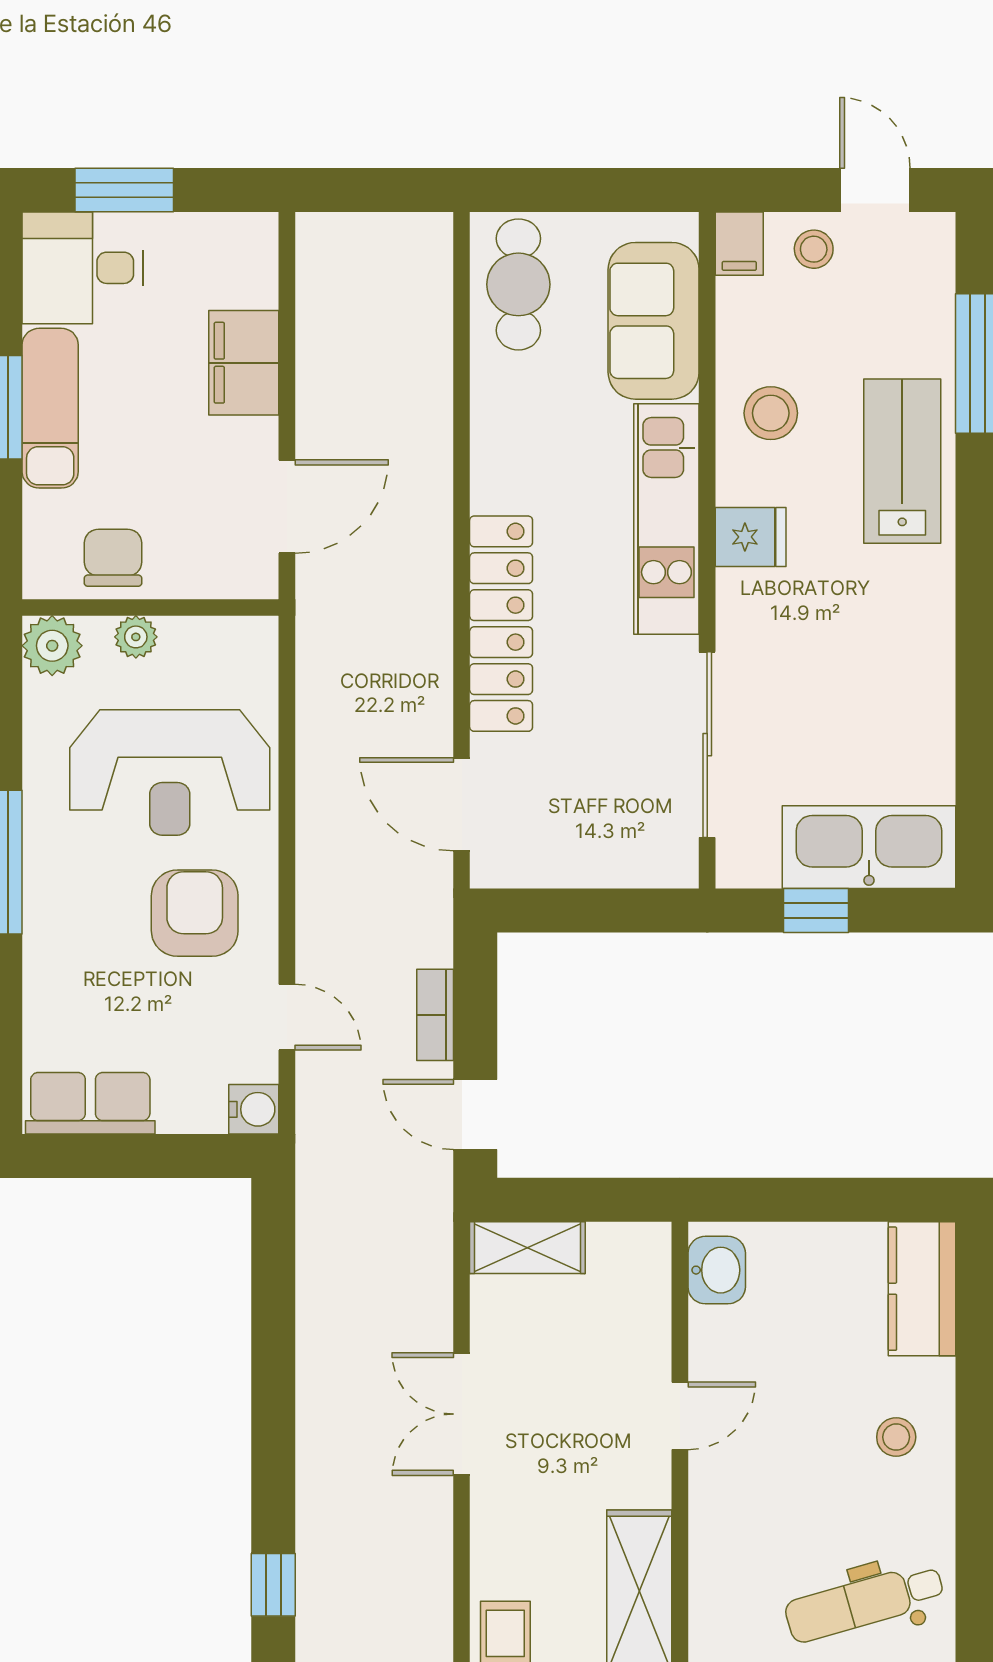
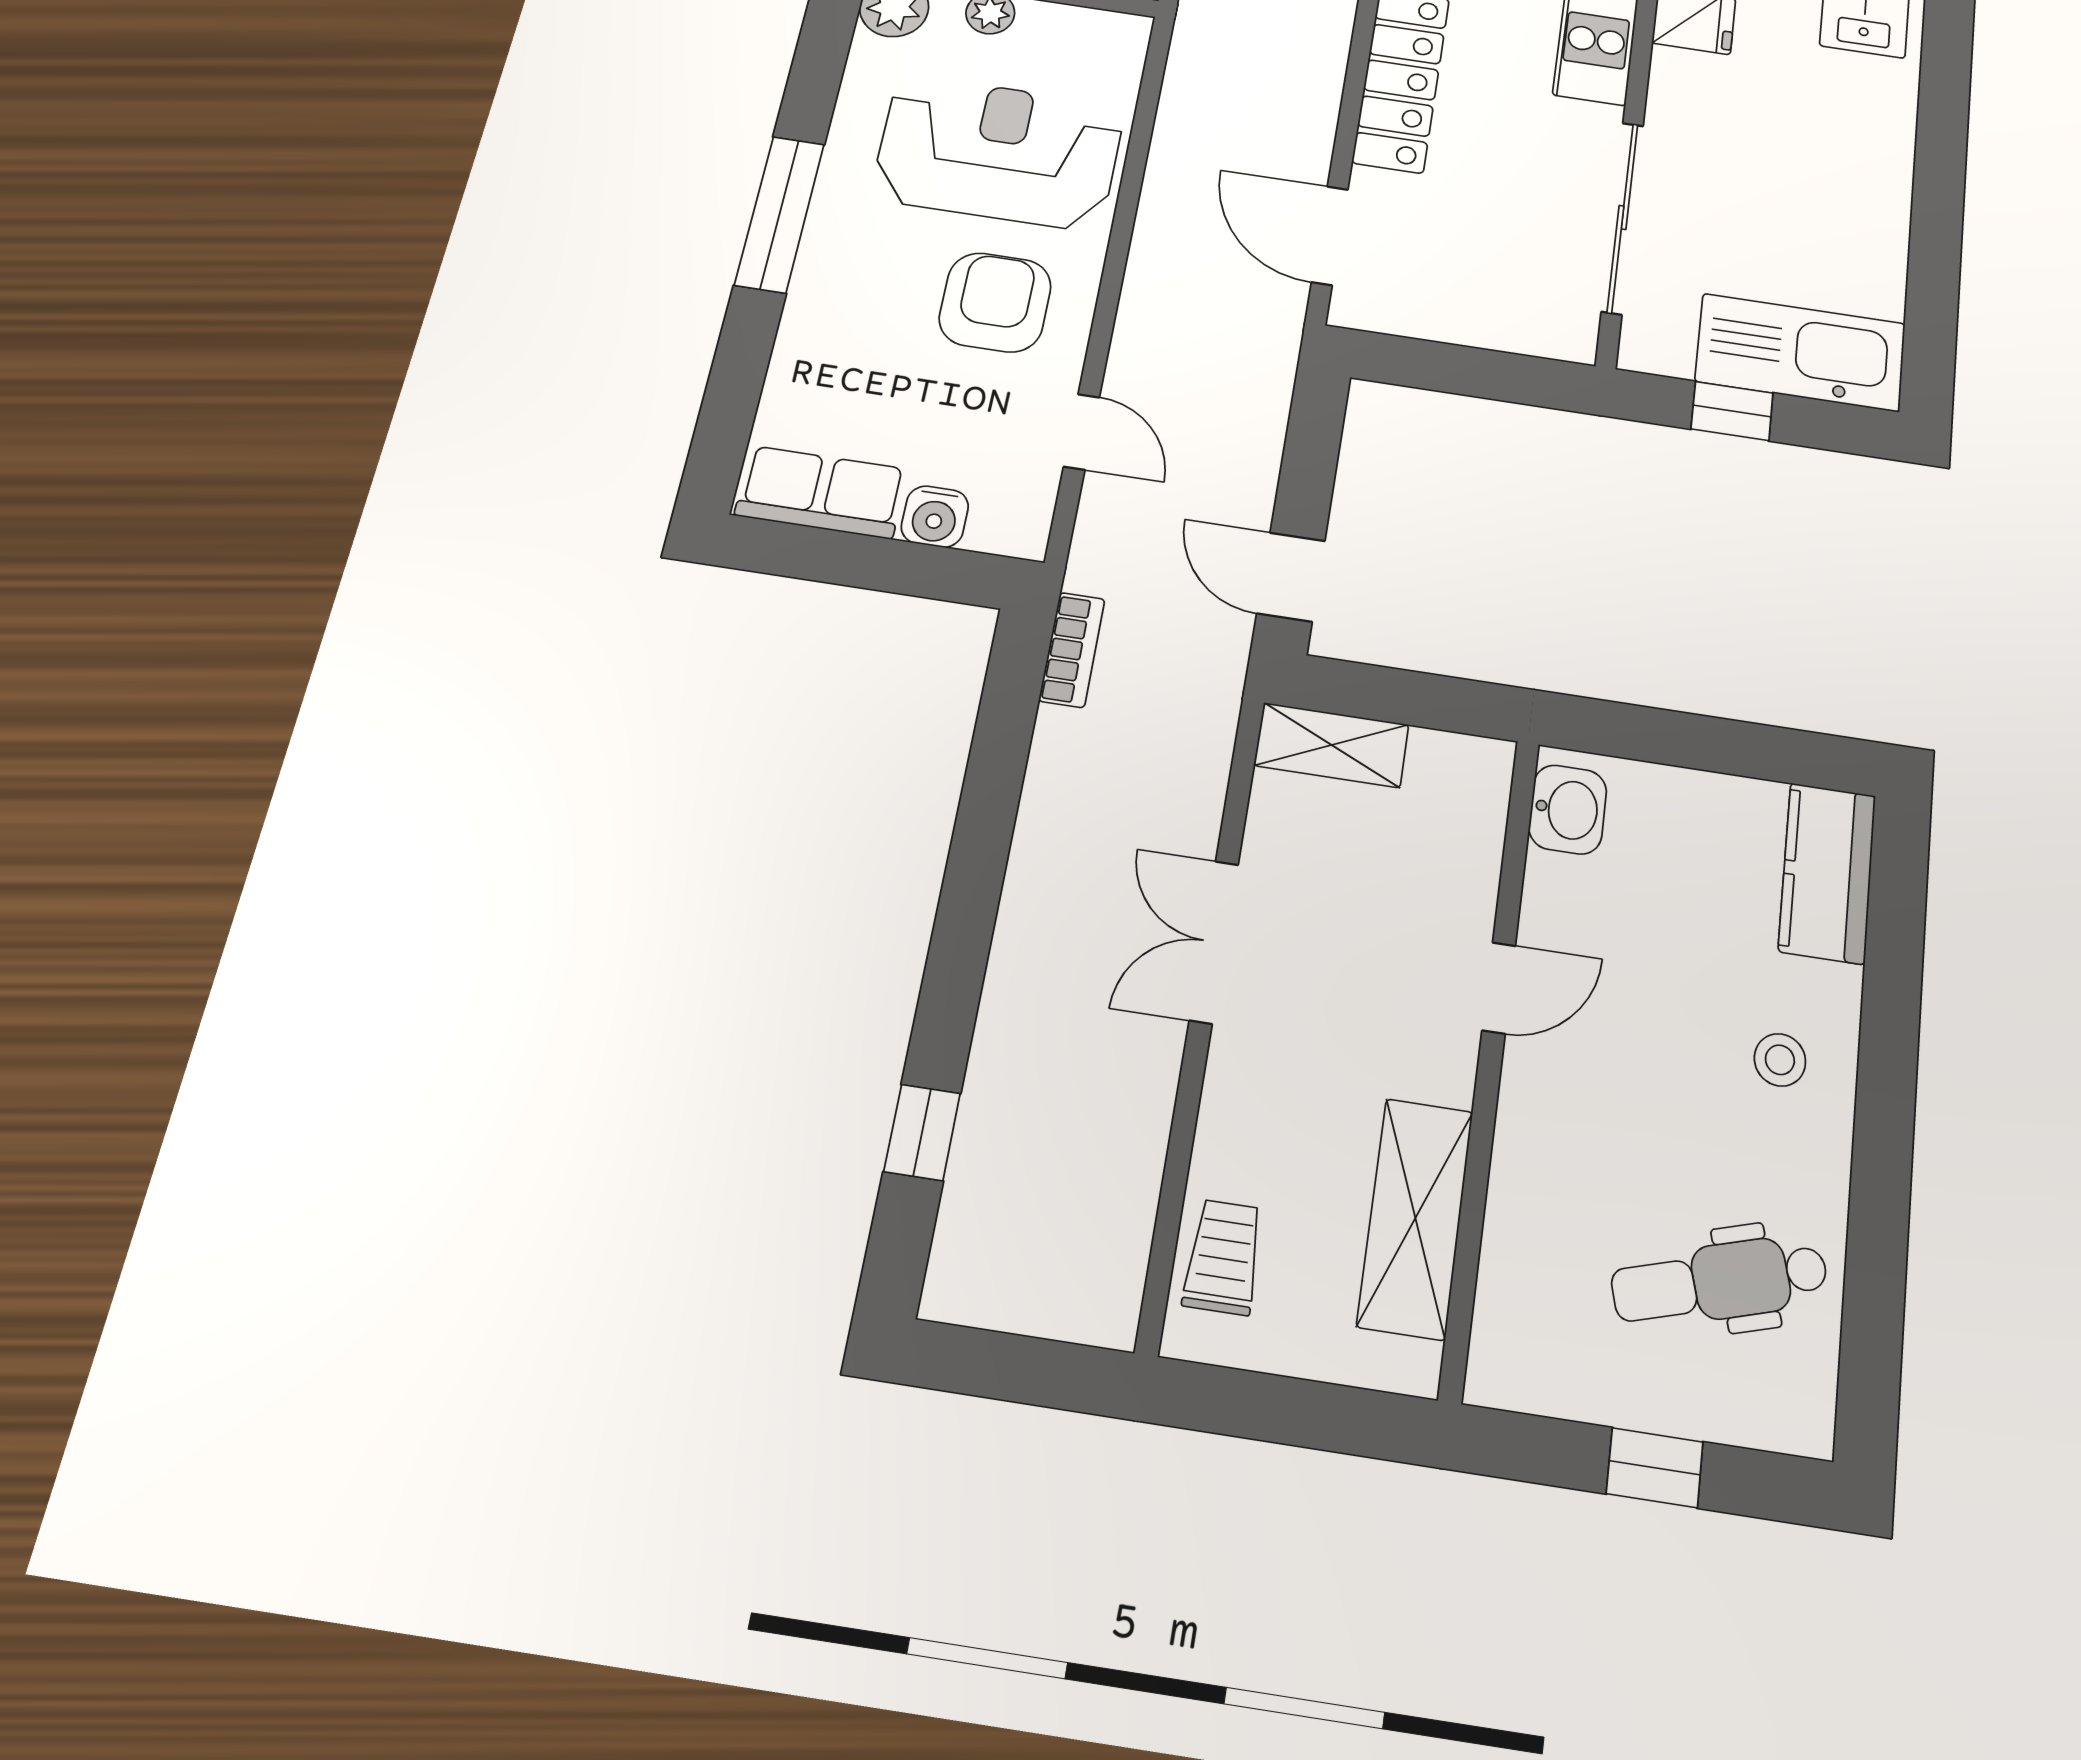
reception desk: (170, 772) -> (998, 152), turned 180
bookcase: (435, 1015) -> (1072, 650), moved, turned 180
water cooler: (254, 1109) -> (935, 517), moved, turned 90

